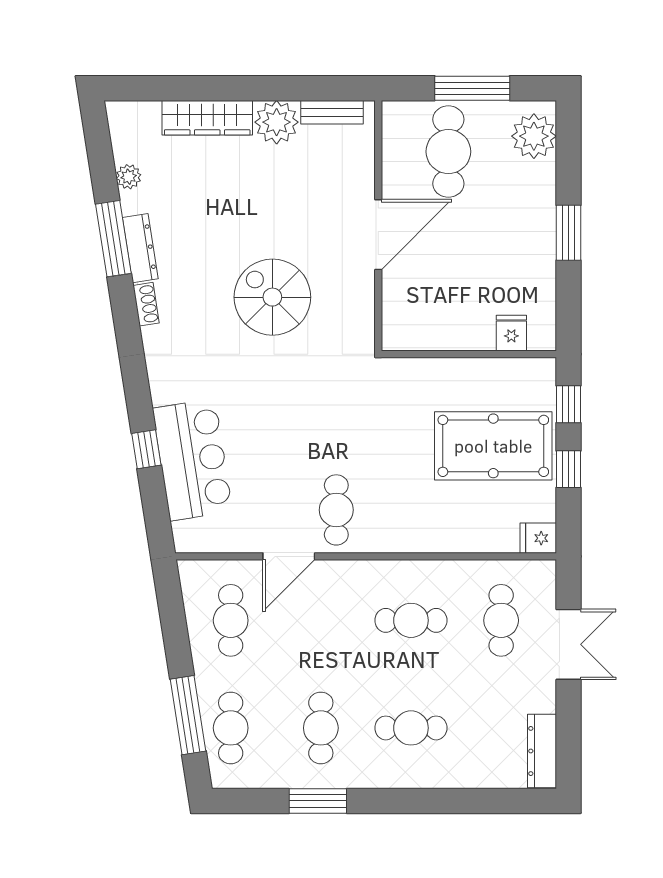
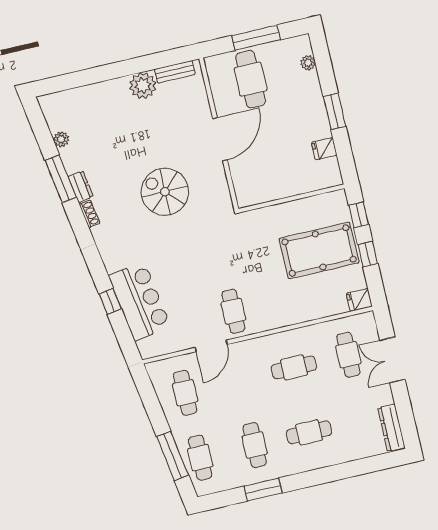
wardrobe: (207, 118) -> (100, 93), removed
plant: (534, 136) -> (308, 63), width x0.53, depth x0.53
dresser: (140, 248) -> (81, 187), width x0.70
fridge: (511, 333) -> (324, 149), moved, turned -90
double door: (569, 644) -> (392, 360), swing flipped

